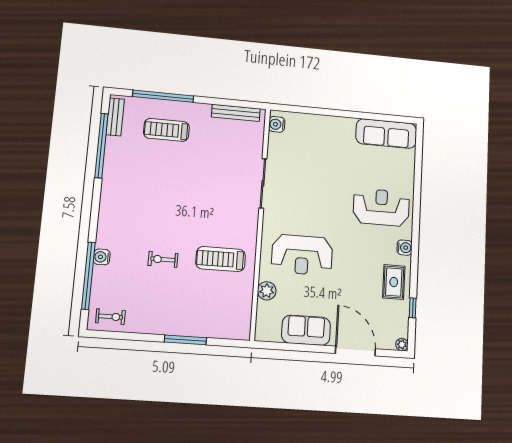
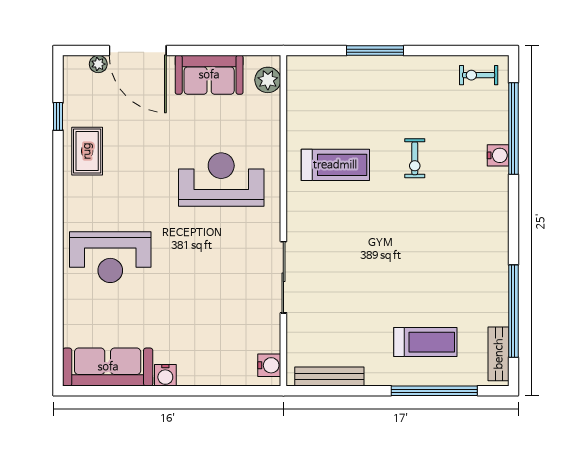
water cooler: (405, 248) -> (165, 375), moved, turned -90
exercise bike: (163, 259) -> (415, 158), turned 90
plant: (267, 291) -> (268, 80), moved
plant: (402, 344) -> (98, 64), moved

